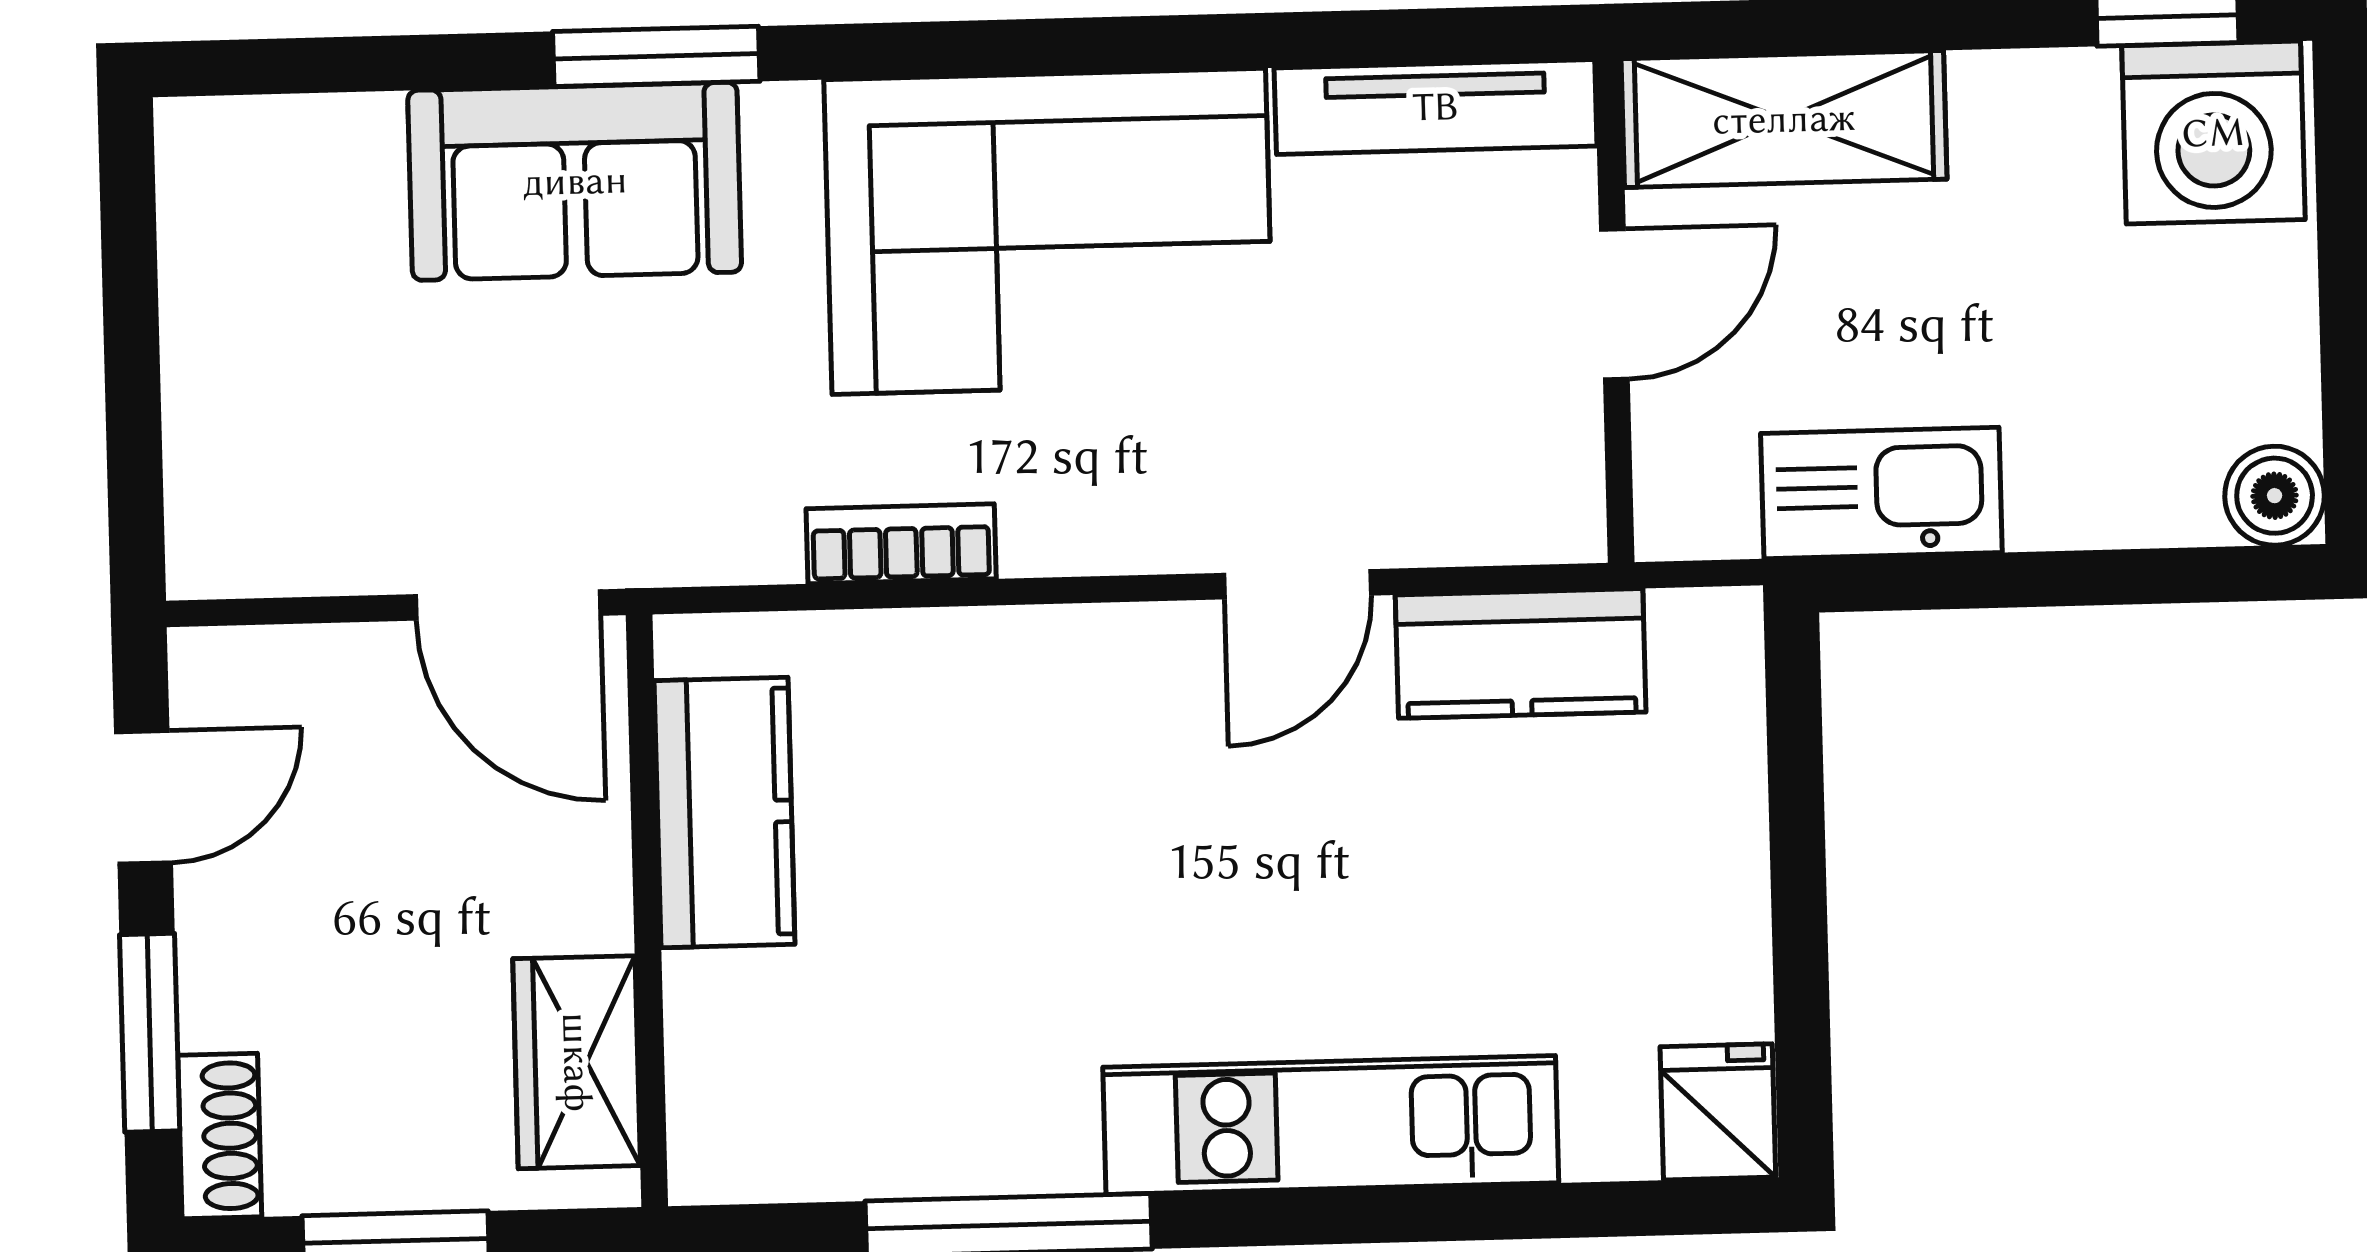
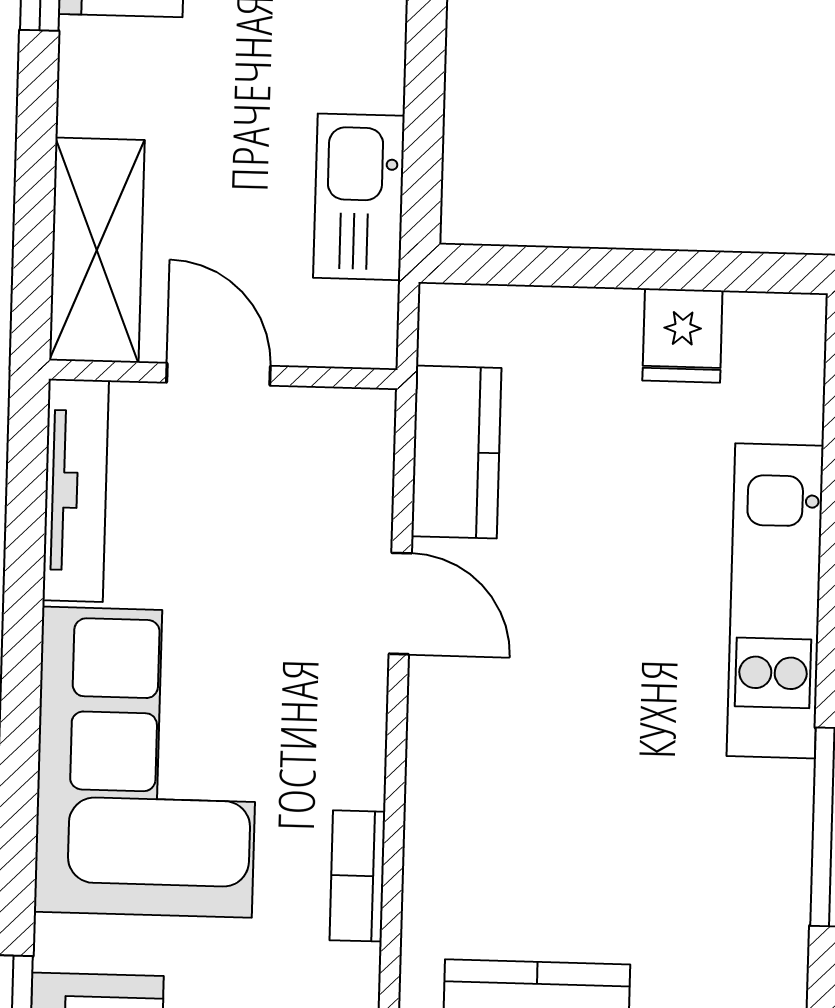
fridge: (1718, 1112) -> (682, 336), moved, turned -90

